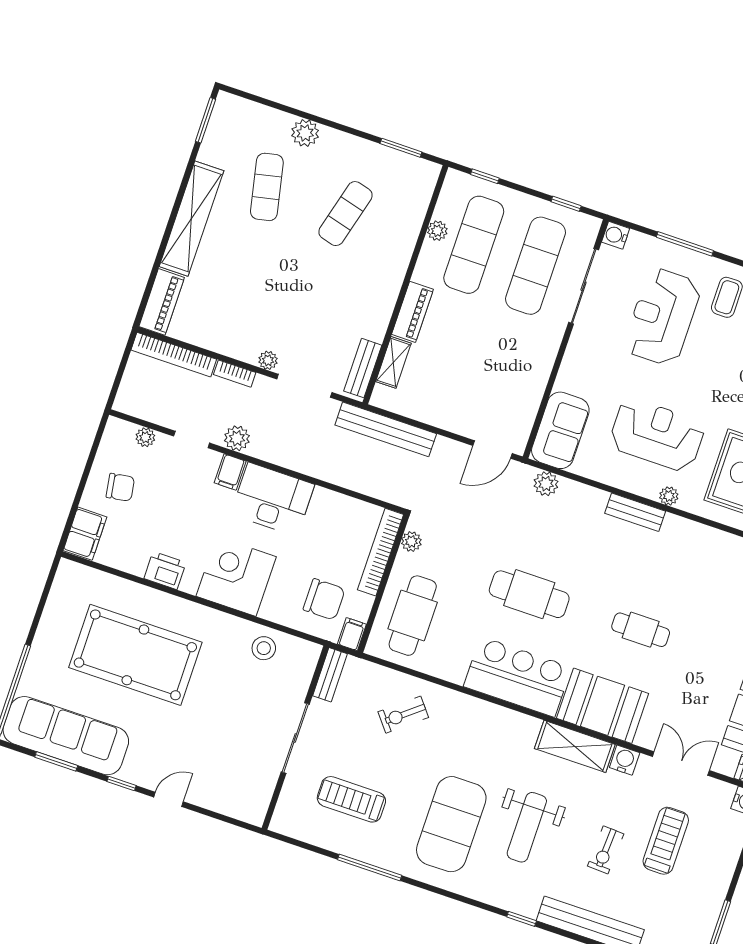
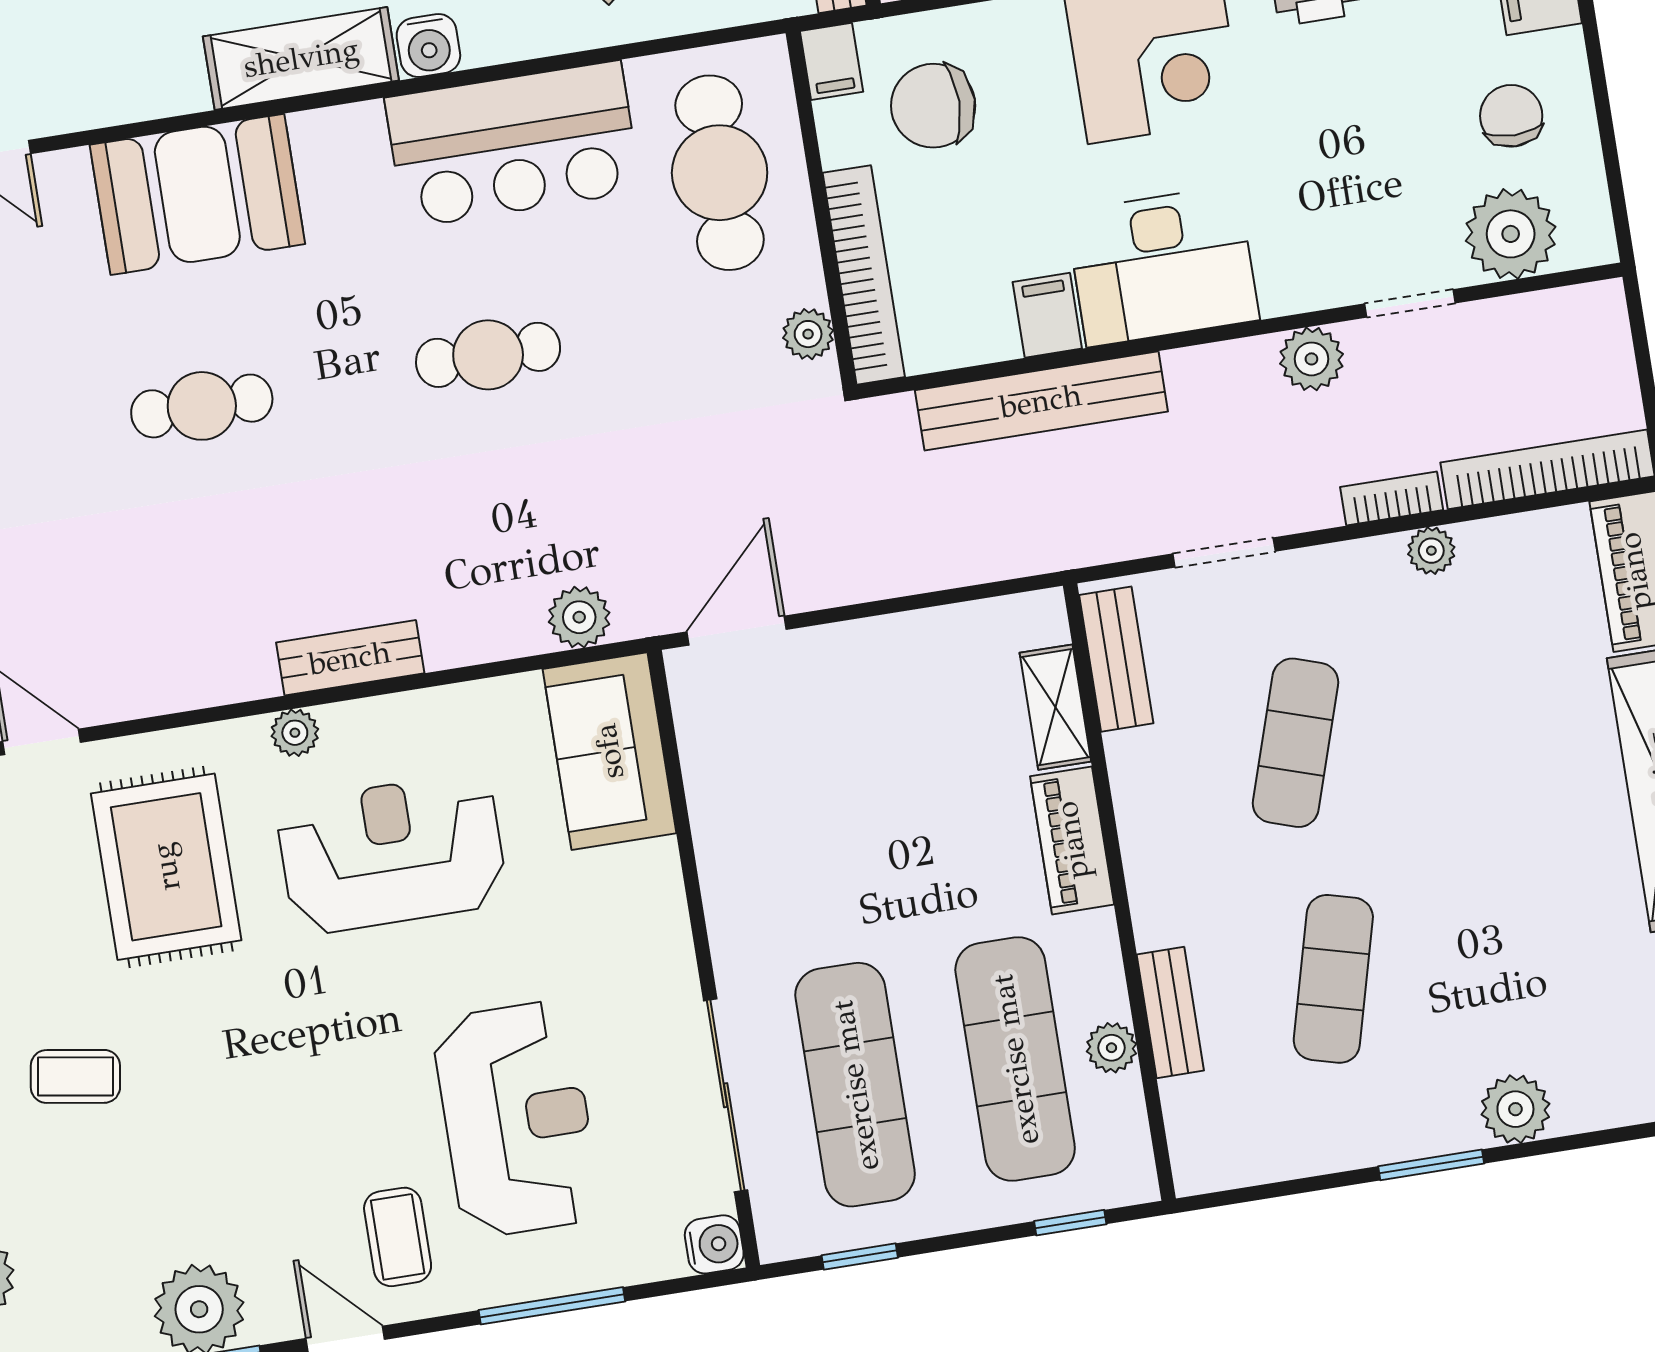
window: (401, 148) -> (1431, 1165), moved
exercise mat: (267, 187) -> (1296, 743), moved, turned 30
bench: (410, 232) -> (1170, 1012), added
plant: (268, 360) -> (1431, 551), moved
doorway: (304, 386) -> (1224, 553), width x0.73
bench: (386, 429) -> (1041, 401), moved
reception desk: (657, 435) -> (392, 854), turned 180
plant: (145, 437) -> (1511, 234), width x1.87, depth x1.87
filing cabinet: (230, 472) -> (1047, 315), moved
chair: (120, 487) -> (1511, 116), turned 99
cafe table: (529, 594) -> (488, 355), width x0.73, depth x0.74
bar counter: (518, 677) -> (513, 144), moved
shelving: (575, 746) -> (301, 58), moved
water cooler: (625, 760) -> (428, 46), moved

